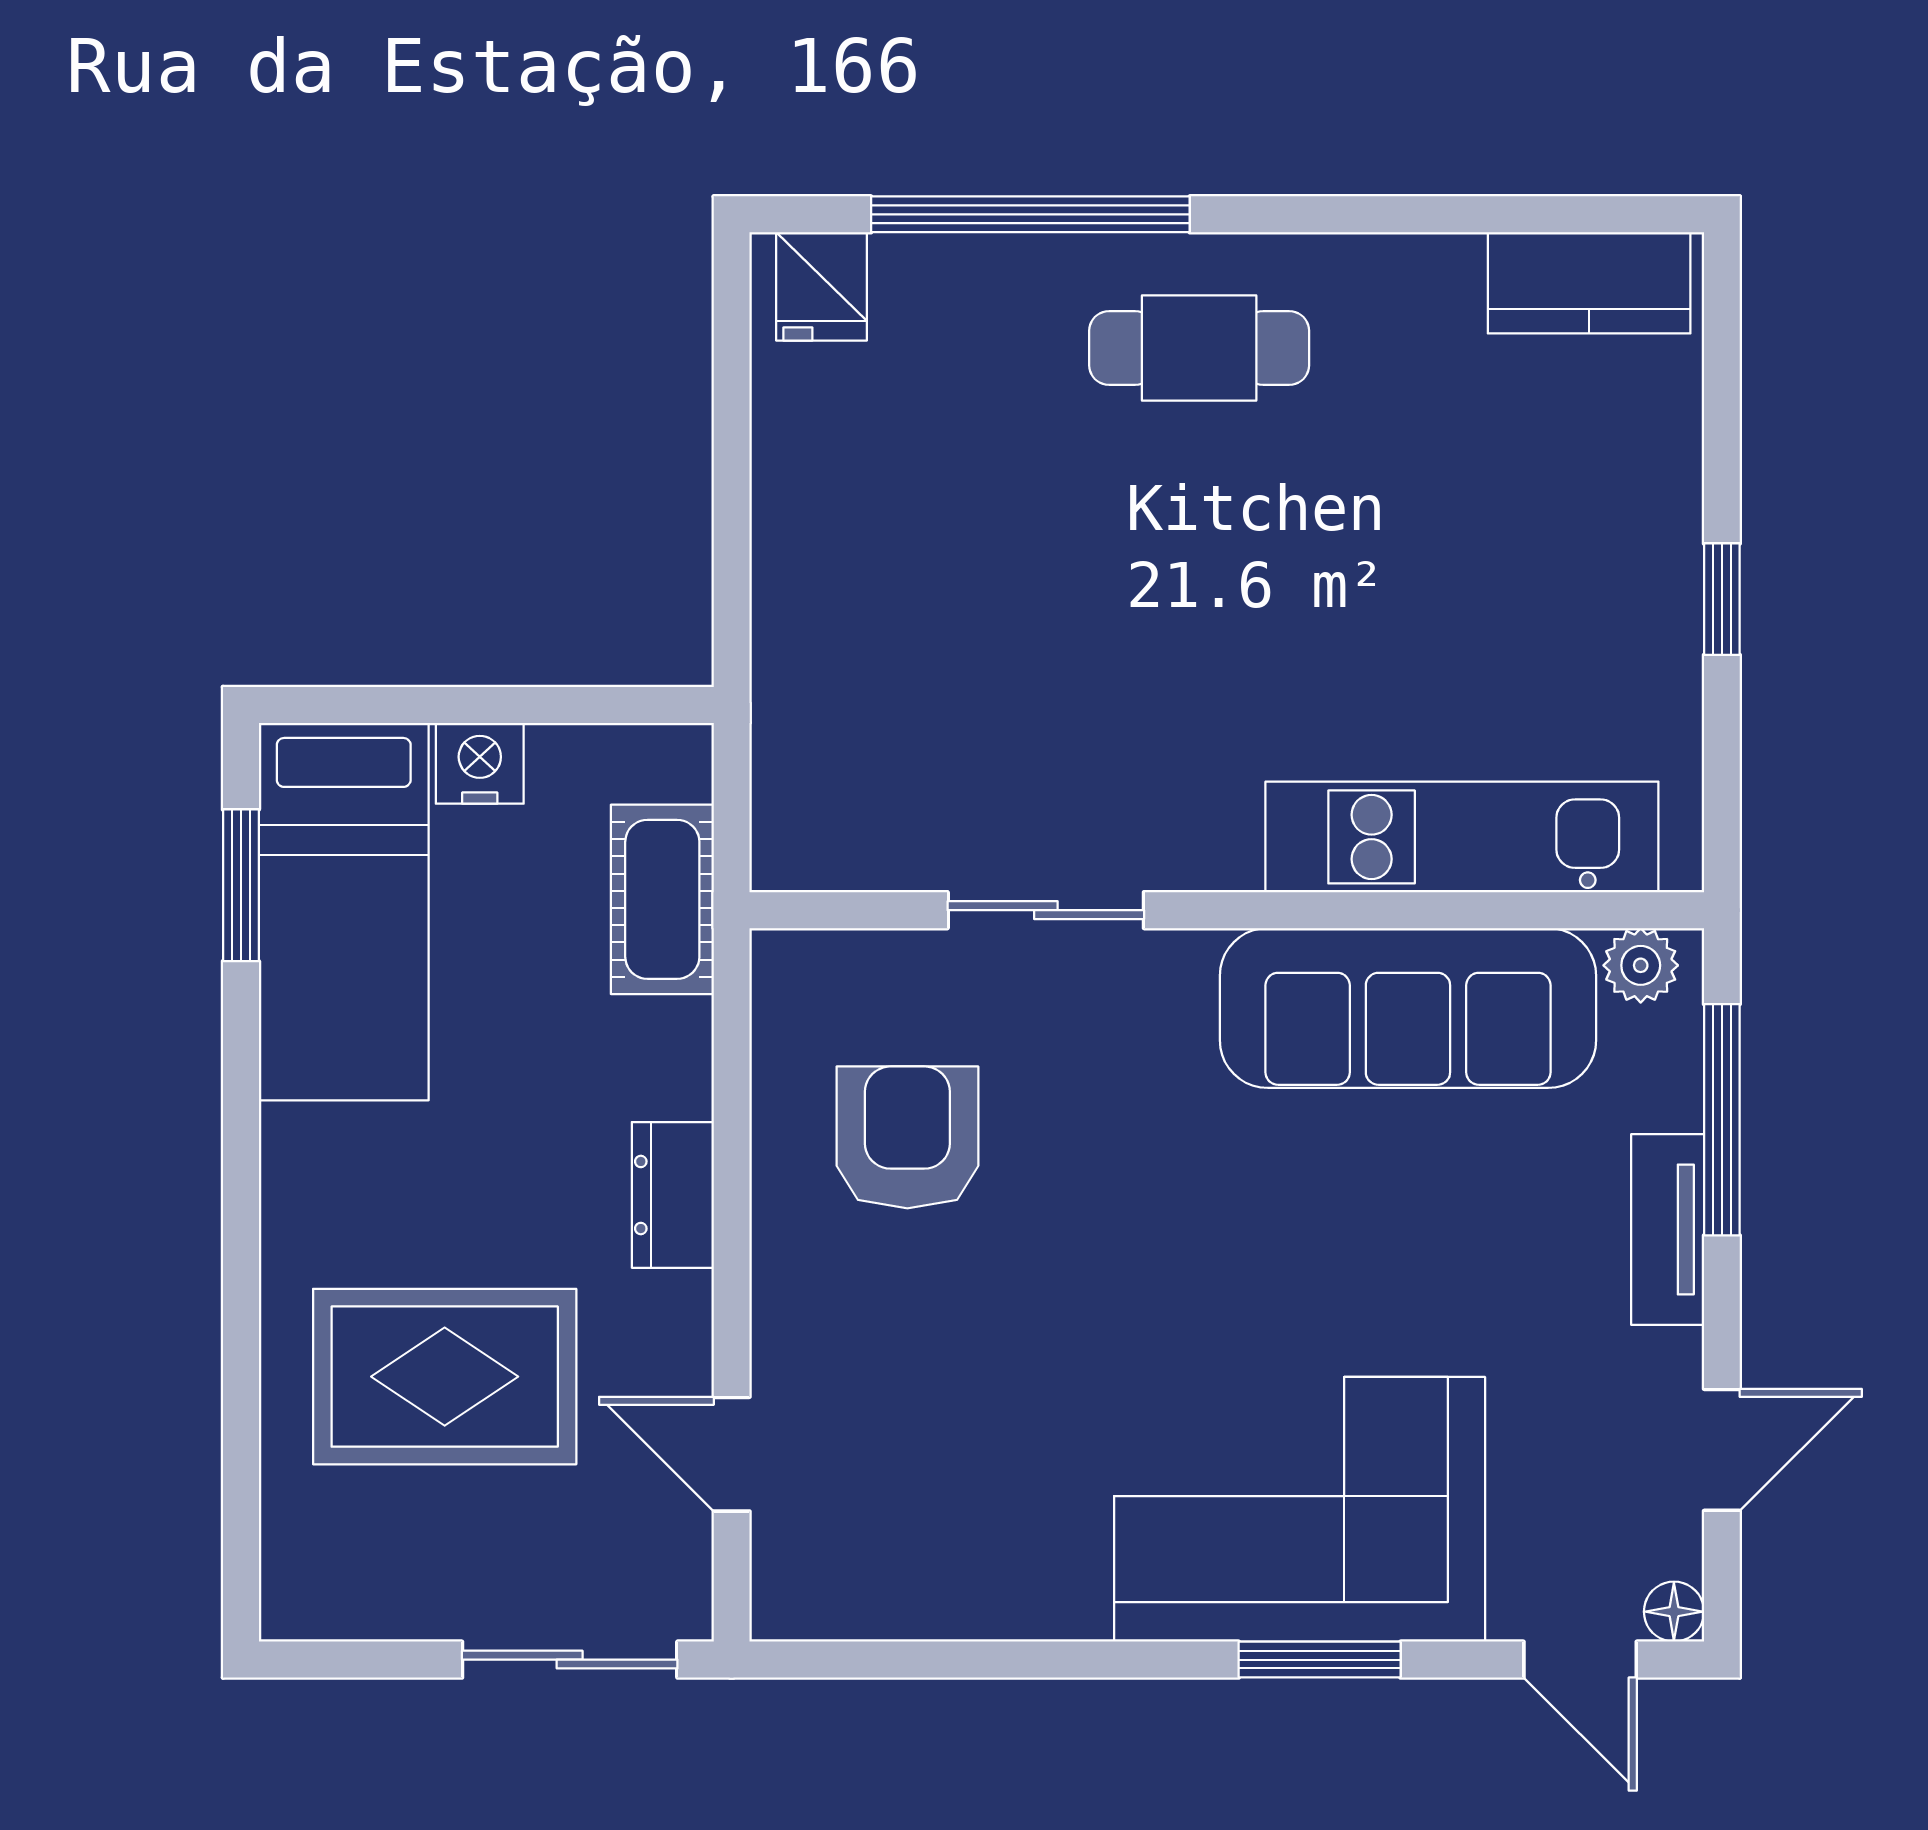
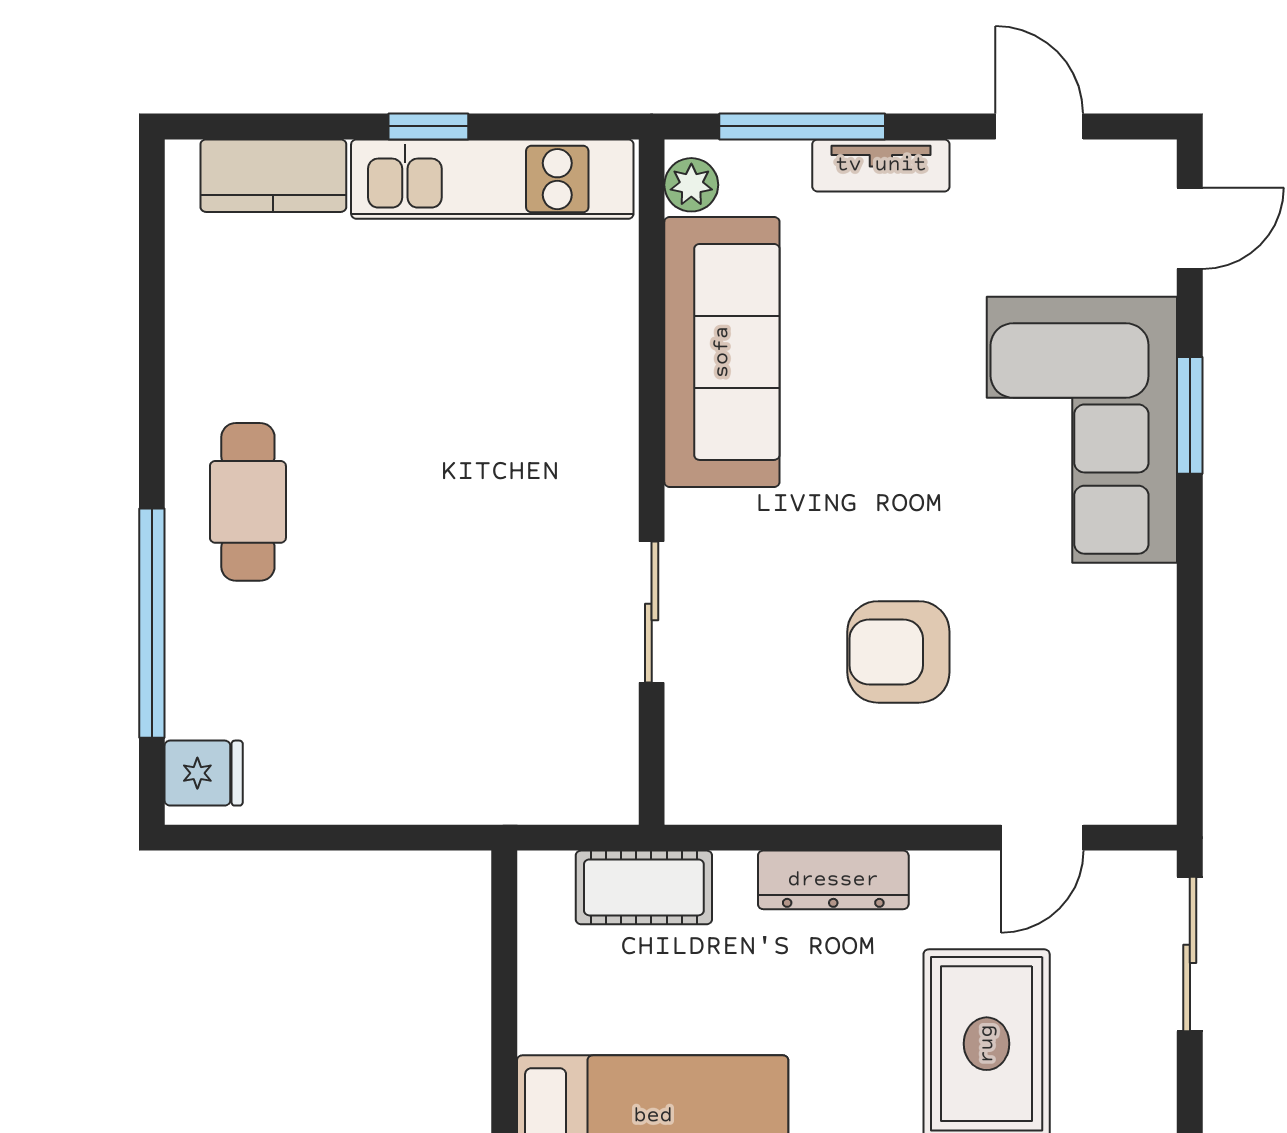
kitchen counter: (1589, 283) -> (273, 176), moved, turned 90
nightstand: (480, 763) -> (546, 1018), removed
kitchen unit: (1462, 837) -> (492, 179), moved, turned -90
armchair: (907, 1137) -> (898, 652), moved
dresser: (673, 1195) -> (833, 880), width x1.44
floor lamp: (1674, 1612) -> (1155, 161), removed

